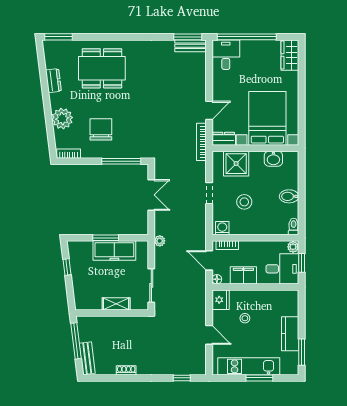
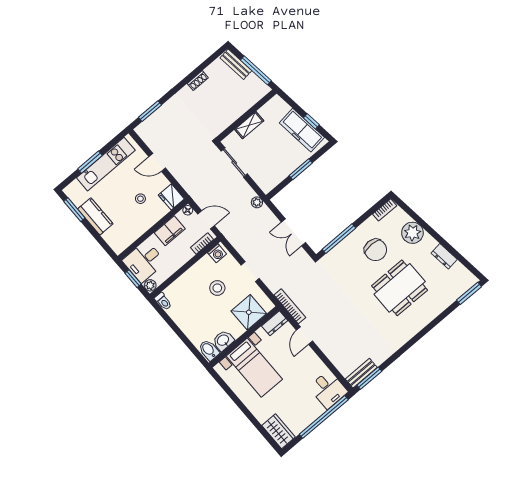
dining table: (102, 68) -> (400, 288), moved
bed with nightstands: (267, 118) -> (254, 368), width x0.73
bidet: (289, 196) -> (209, 350), moved, turned -90
freezer: (114, 251) -> (302, 130), moved, turned -97
window: (182, 378) -> (150, 111), width x1.50

